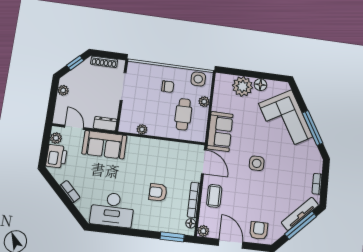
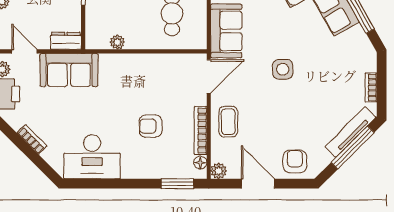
door: (204, 162) -> (209, 76), hinge flipped

